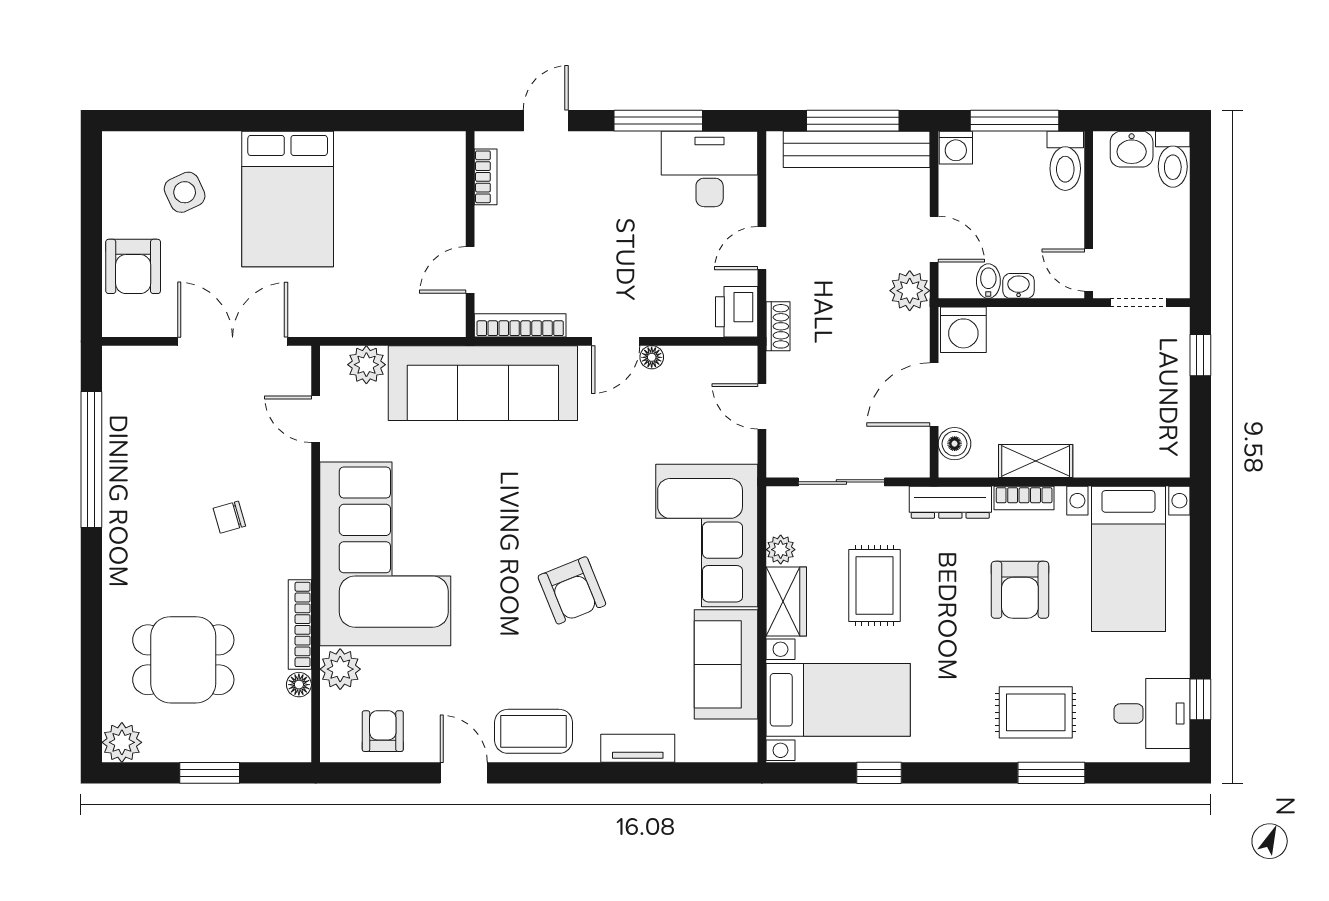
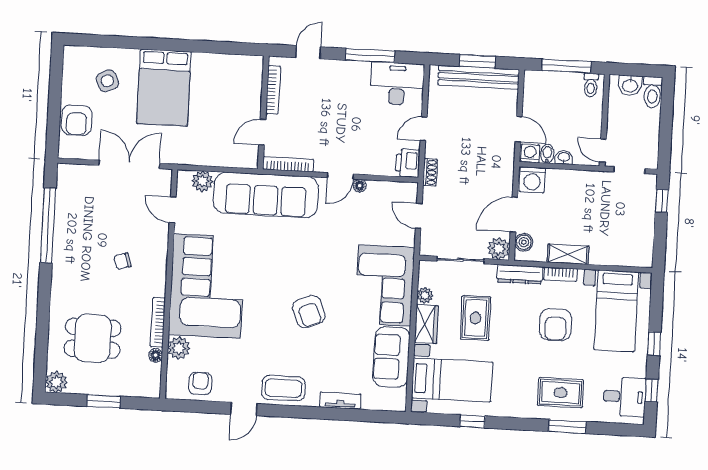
window: (853, 121) -> (477, 61), width x0.69
washing machine: (956, 148) -> (530, 153), moved, turned 180
toilet: (1065, 161) -> (591, 85), width x0.73, depth x0.72
bookcase: (486, 177) -> (273, 90), width x1.56
plant: (910, 291) -> (499, 249), moved
window: (1200, 614) -> (654, 344), added
door: (464, 773) -> (244, 409), swing flipped

